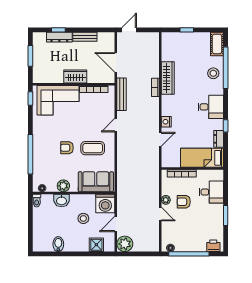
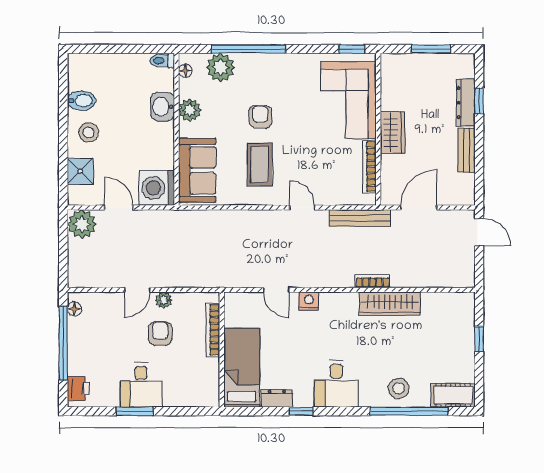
plant: (40, 169) -> (221, 68), added
desk: (211, 192) -> (141, 385), moved
stool: (83, 218) -> (89, 132), moved

